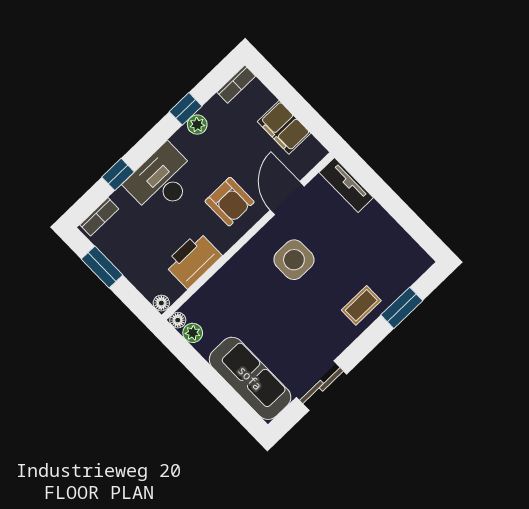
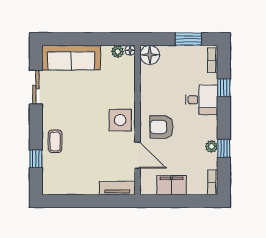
desk: (162, 180) -> (202, 100), width x0.73
printer: (193, 260) -> (151, 84), removed
side table: (294, 260) -> (120, 120), moved
floor lamp: (161, 303) -> (150, 55), width x1.89, depth x1.89
window: (402, 308) -> (36, 159), width x0.67

